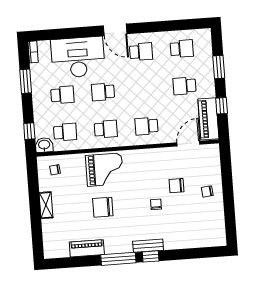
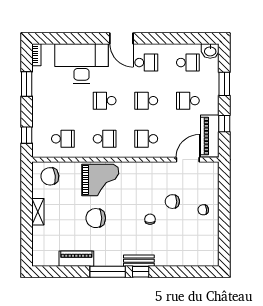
school desk: (62, 95) -> (146, 101), moved, turned 180
washbasin: (44, 145) -> (210, 51), moved, turned 180
chair: (55, 170) -> (50, 176), width x1.87, depth x1.87

